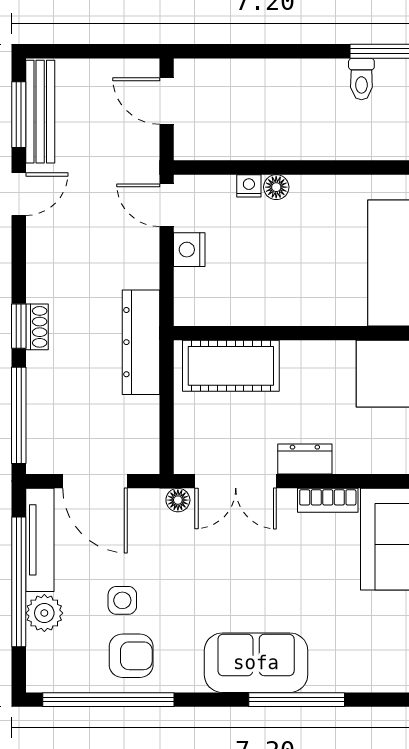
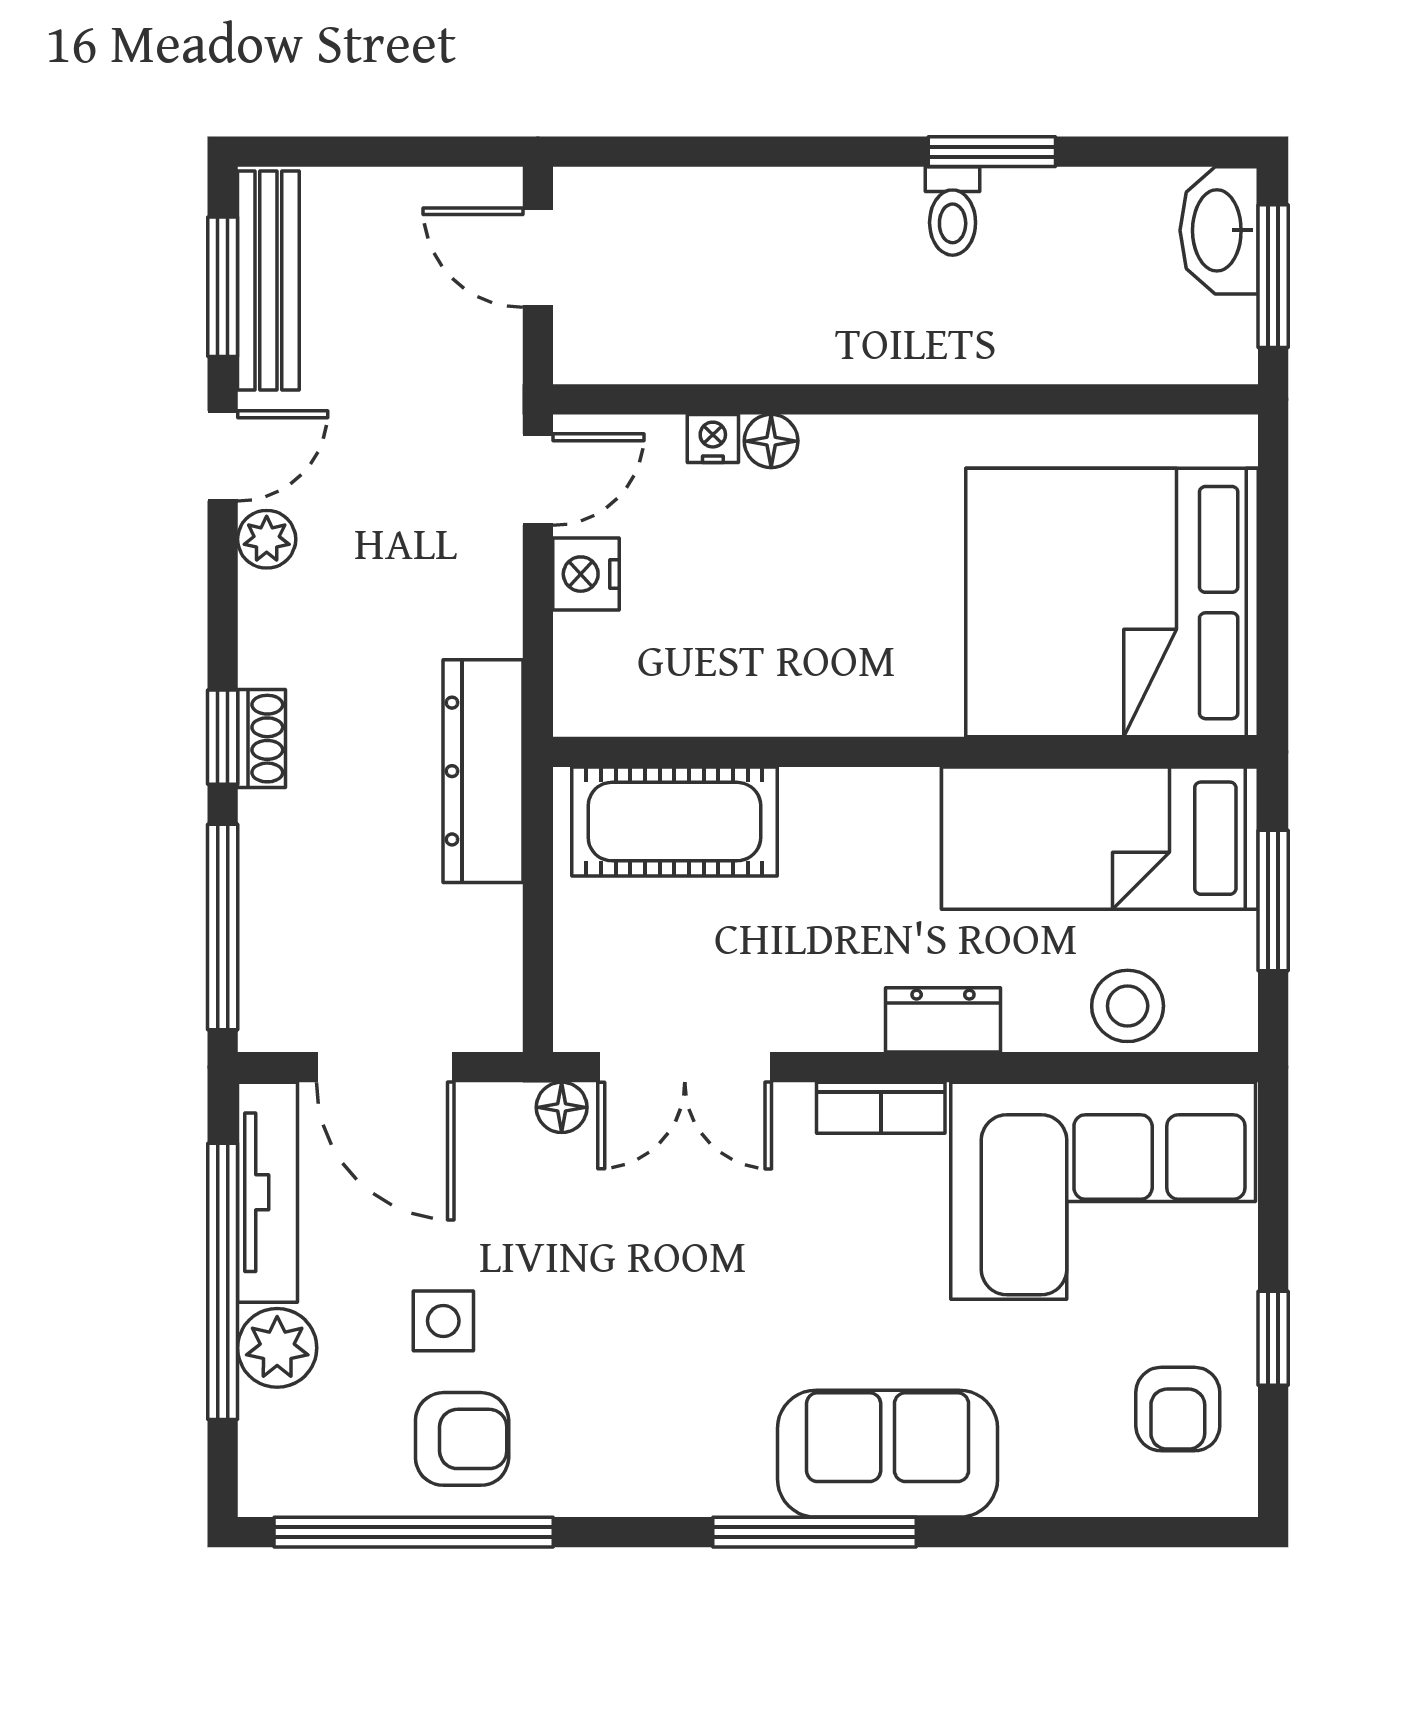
door: (167, 205) -> (538, 480), swing flipped
plant: (39, 233) -> (267, 539), added
dresser: (305, 459) -> (943, 1020), moved
sofa: (256, 663) -> (888, 1454), moved

